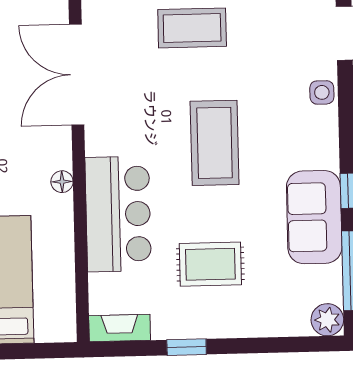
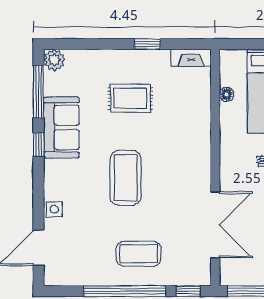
floor lamp: (62, 182) -> (226, 94), moved
bar counter: (118, 214) -> (190, 133), removed

